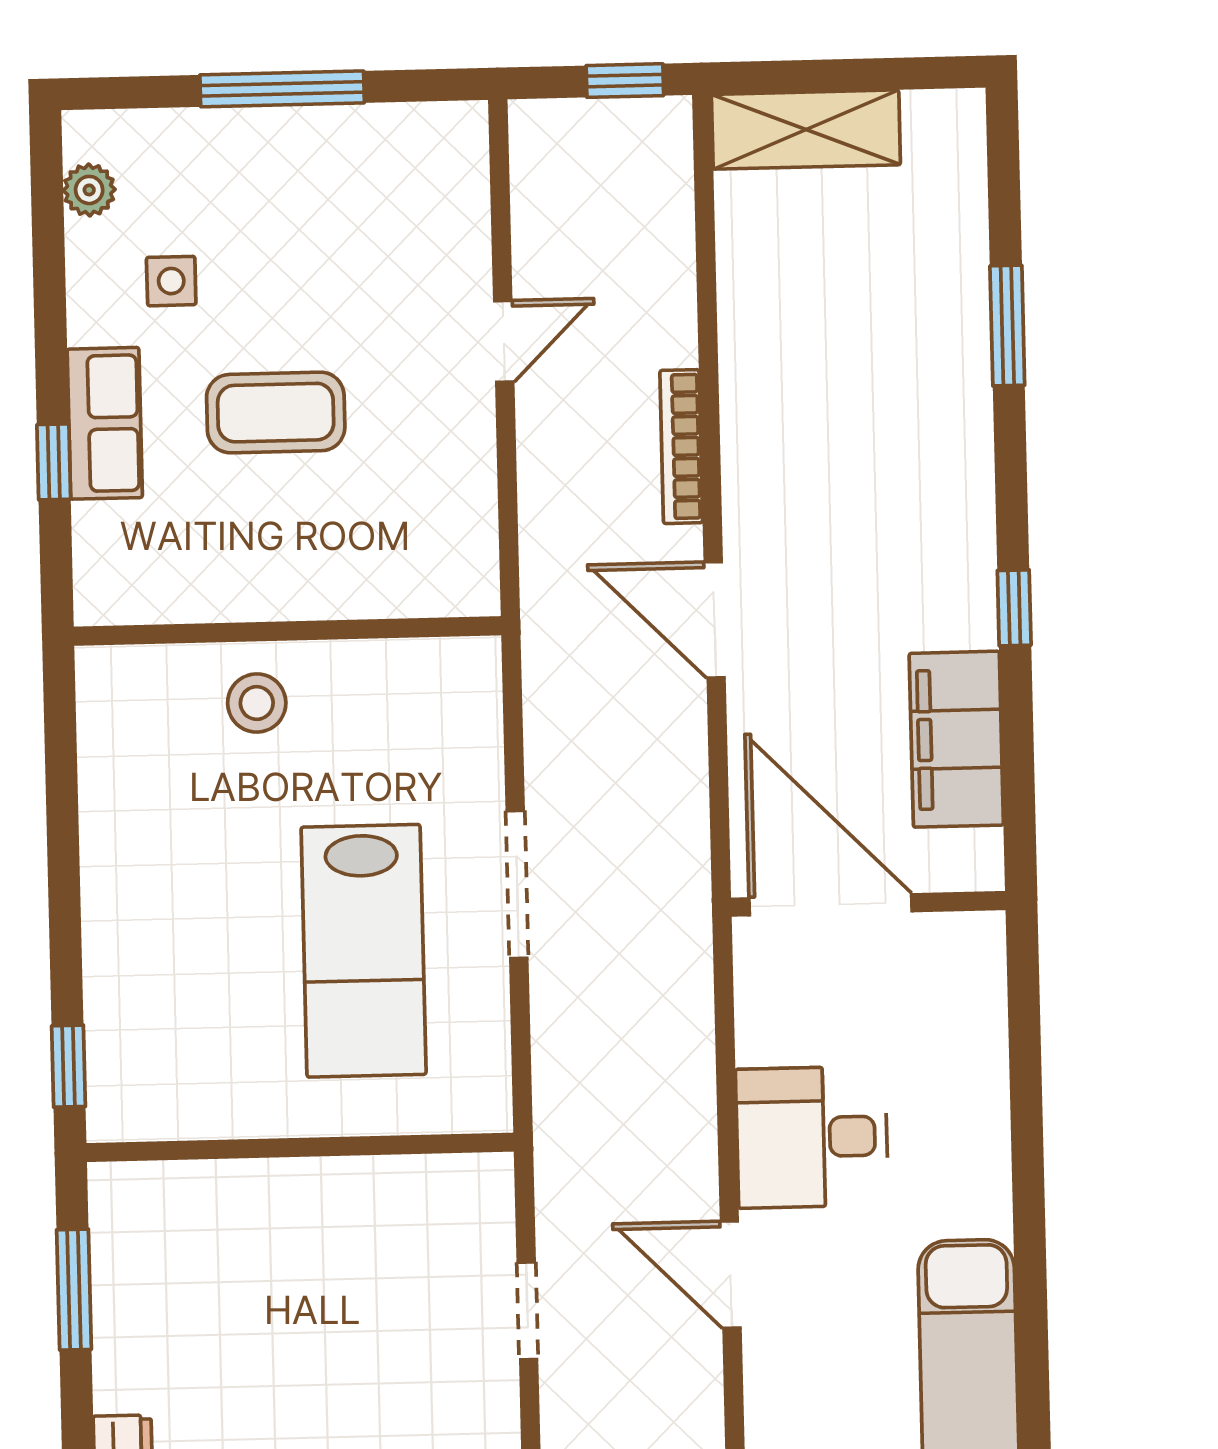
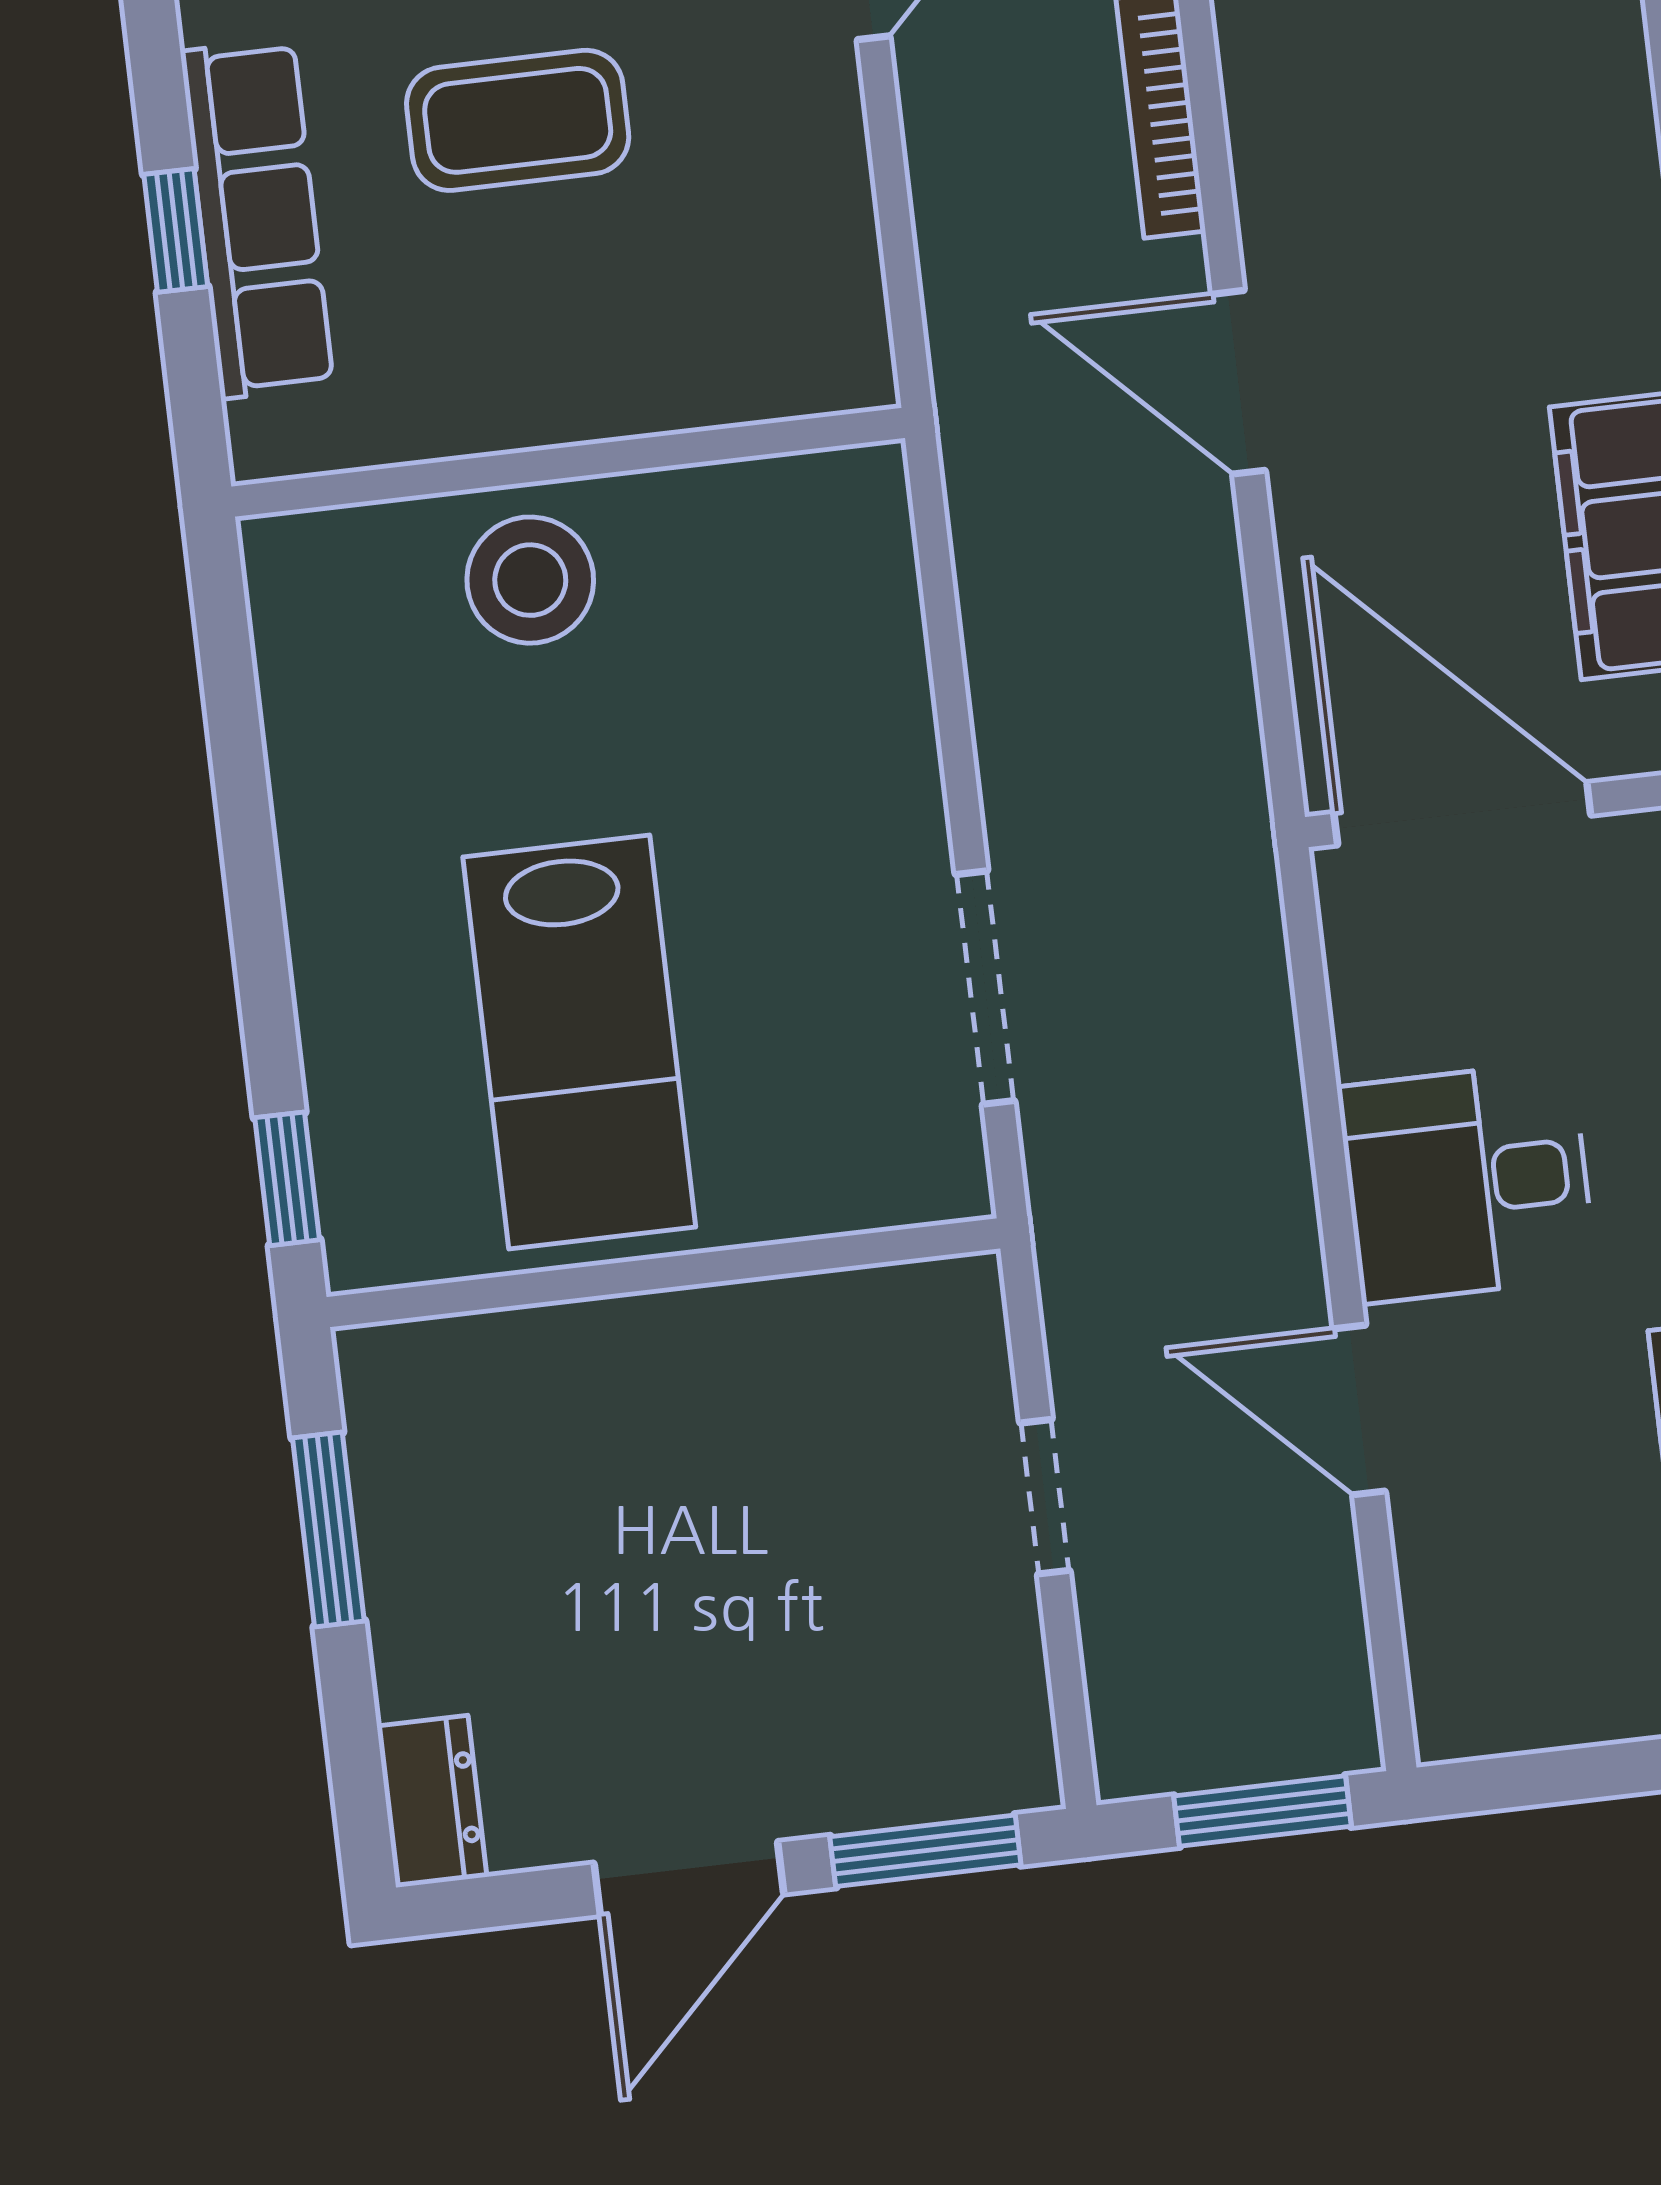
row of seats: (105, 423) -> (257, 219), width x1.48
stool: (257, 703) -> (530, 580), width x1.38, depth x1.38
doorway: (517, 884) -> (985, 988), moved
lab bench: (364, 951) -> (579, 1042), moved

